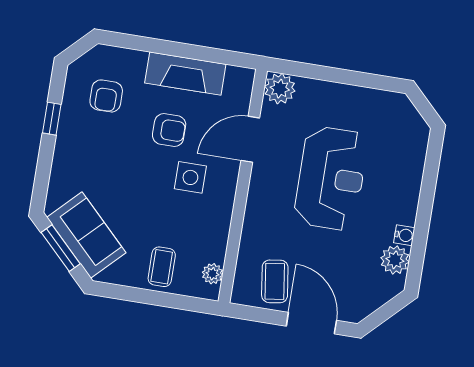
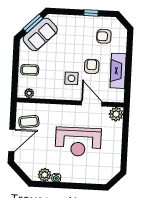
armchair: (169, 130) -> (92, 66), turned 180

